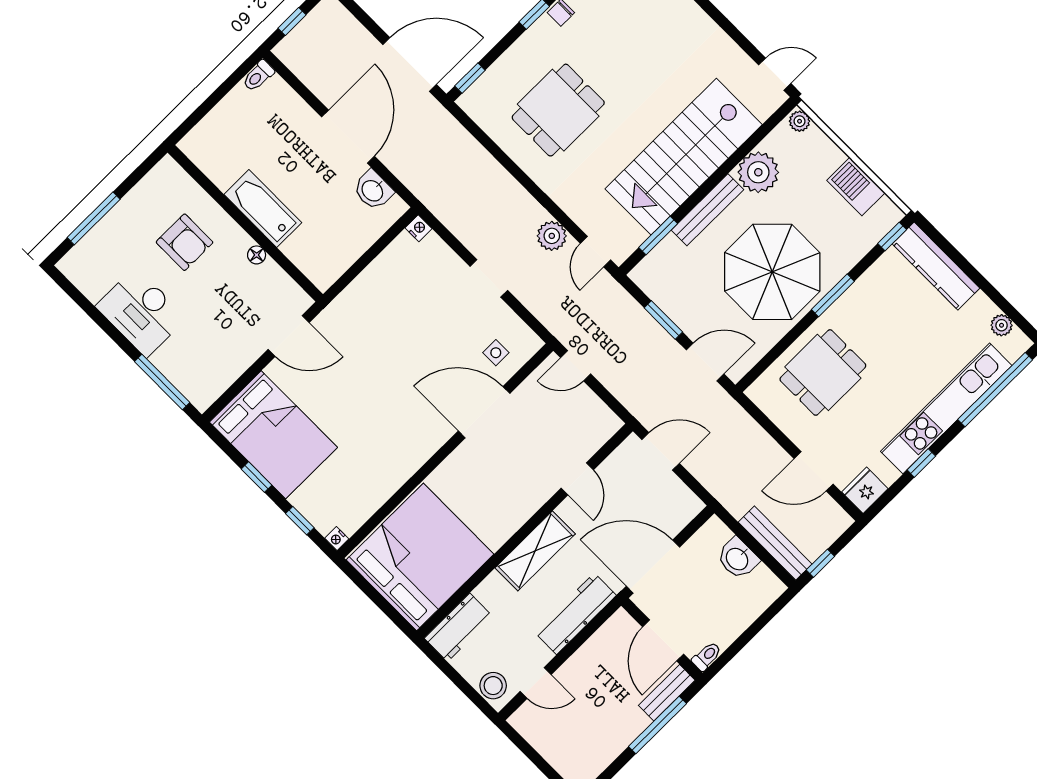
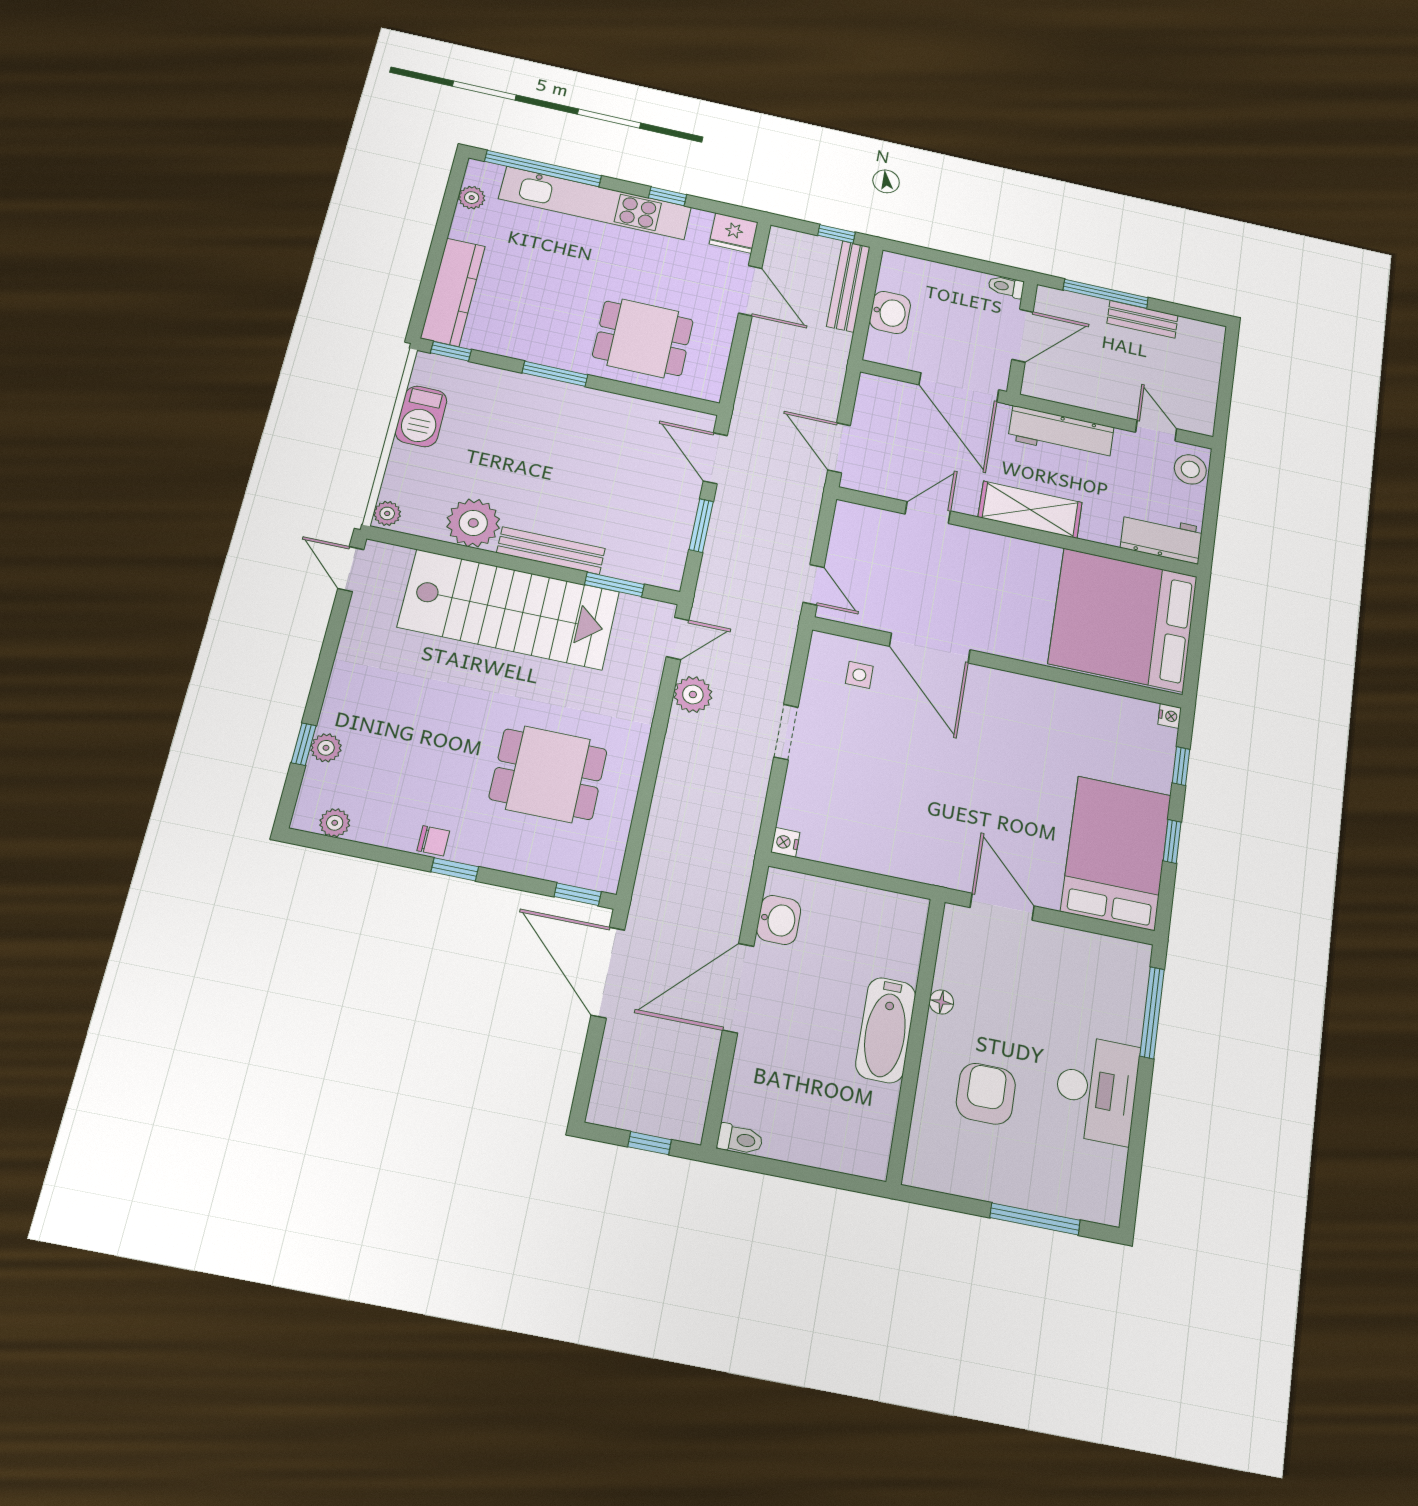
parasol: (772, 272) -> (572, 447), removed
bench: (667, 693) -> (1142, 319), moved

